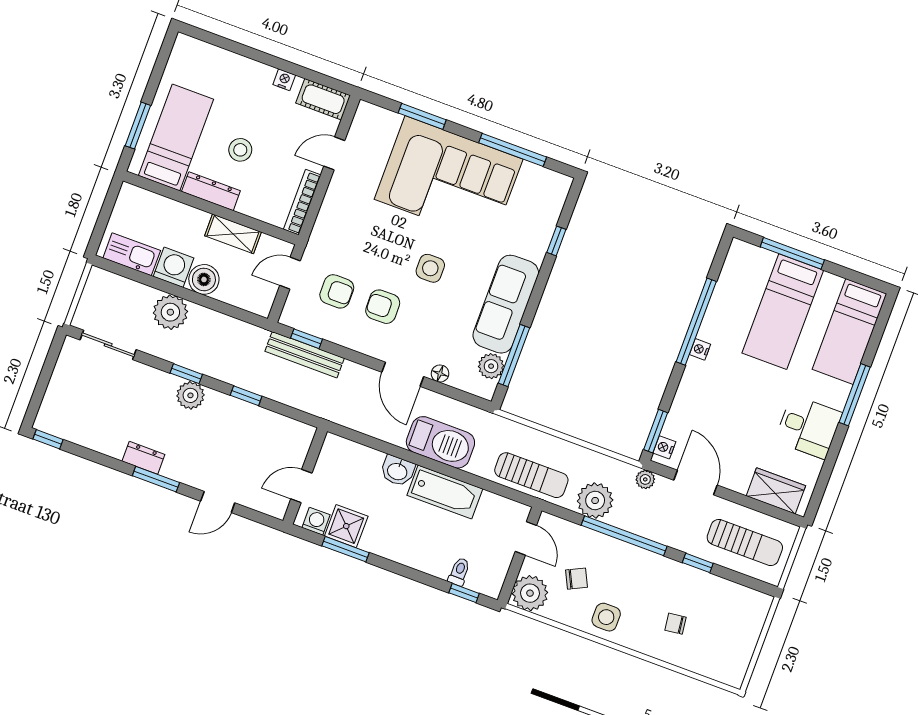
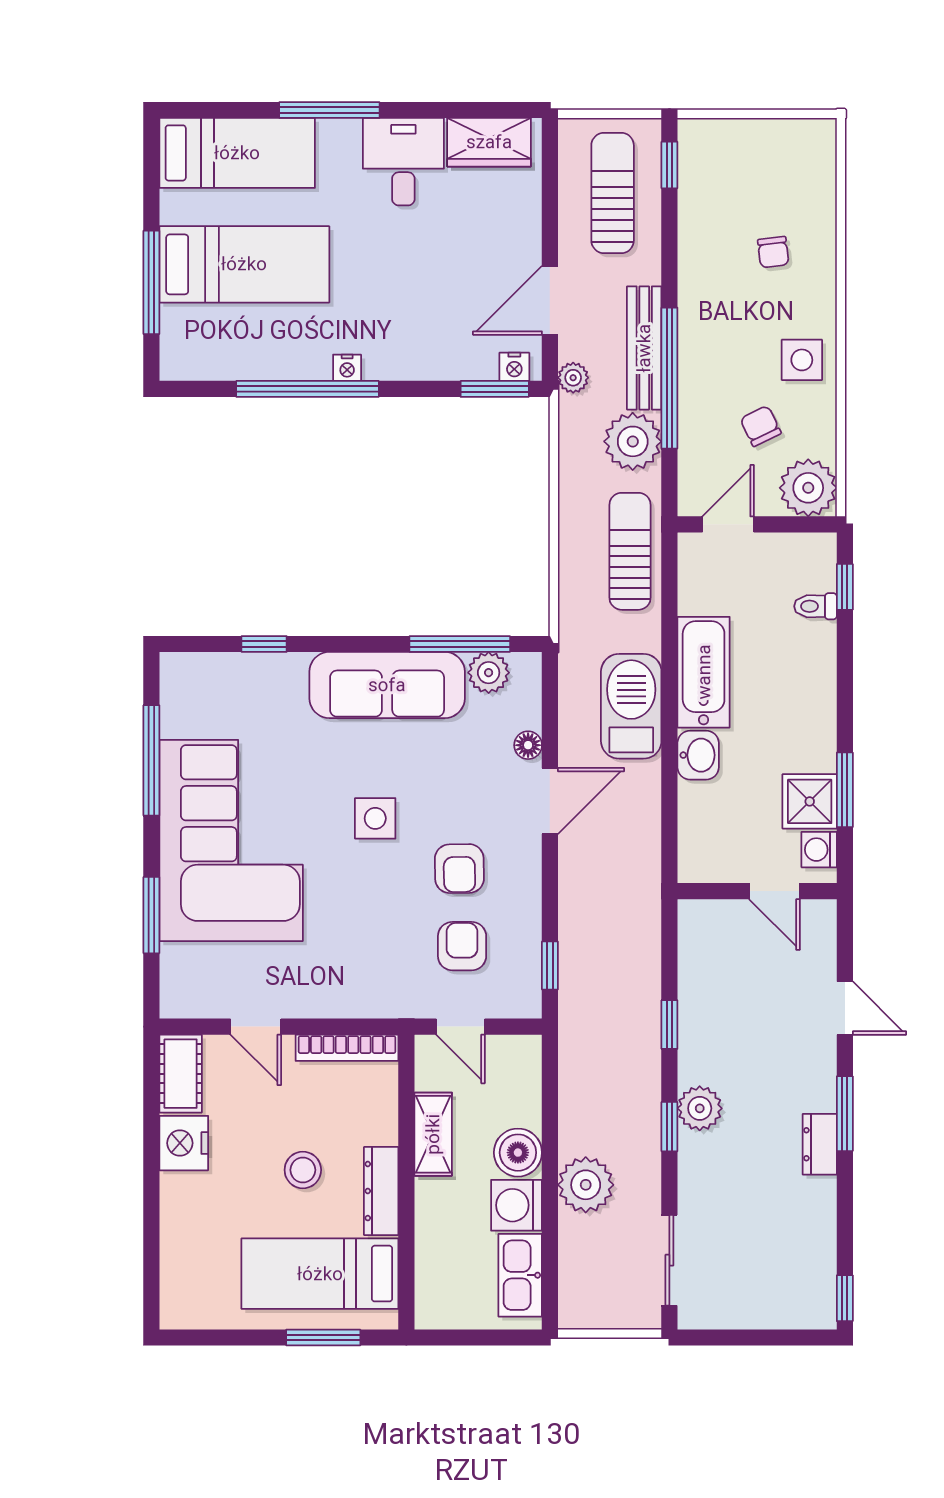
nightstand: (284, 80) -> (184, 1143), width x1.89, depth x1.79
bench: (305, 355) -> (644, 348), moved
wardrobe: (776, 491) -> (489, 142), moved, turned -90
window: (698, 563) -> (669, 165), moved

